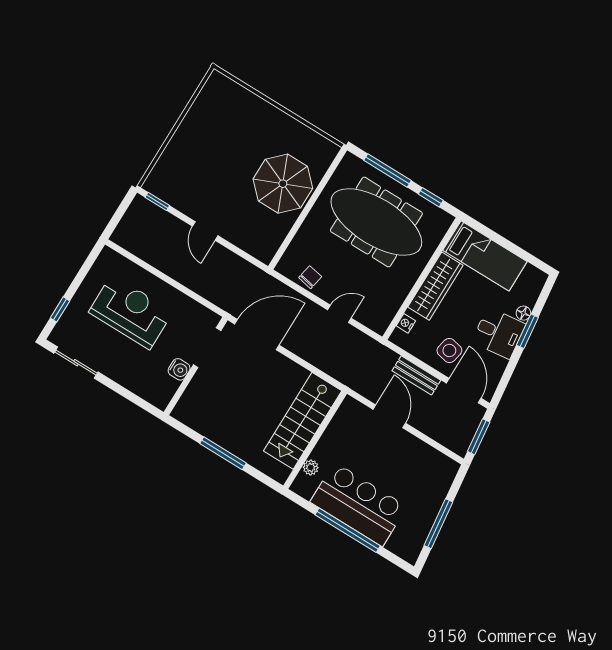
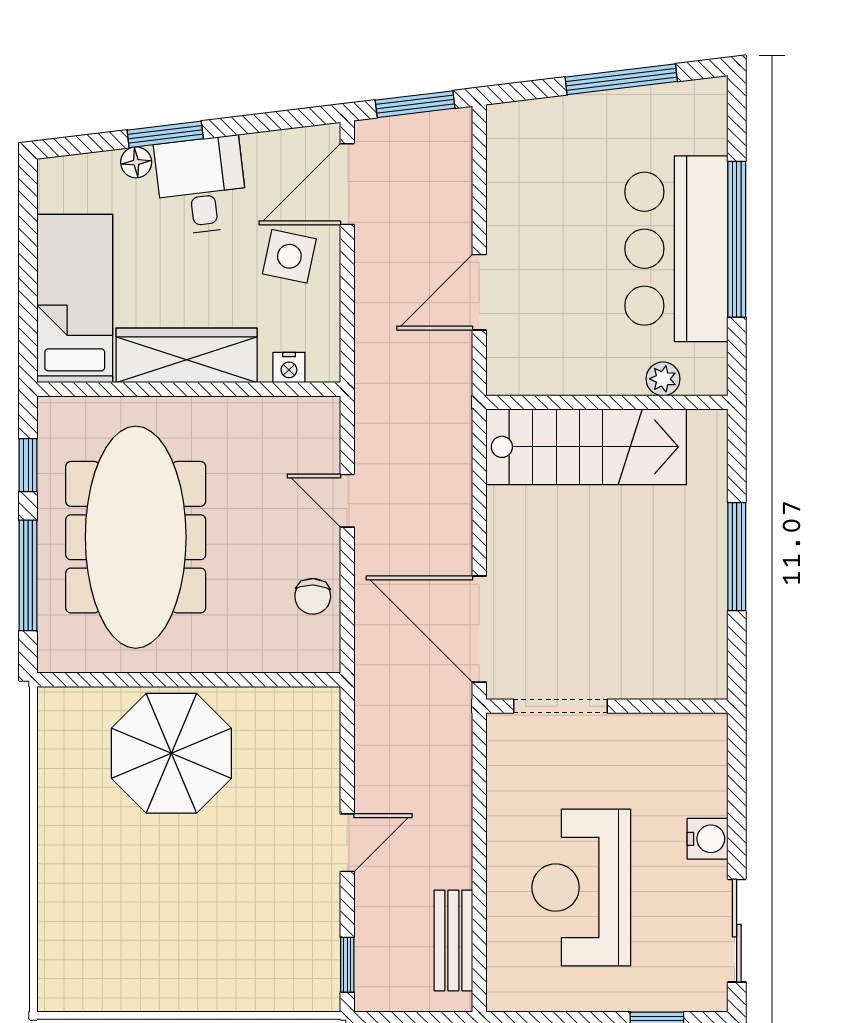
chair: (310, 277) -> (313, 596), turned -99
water cooler: (179, 369) -> (708, 839), moved, turned 90
bench: (416, 375) -> (453, 940), moved

